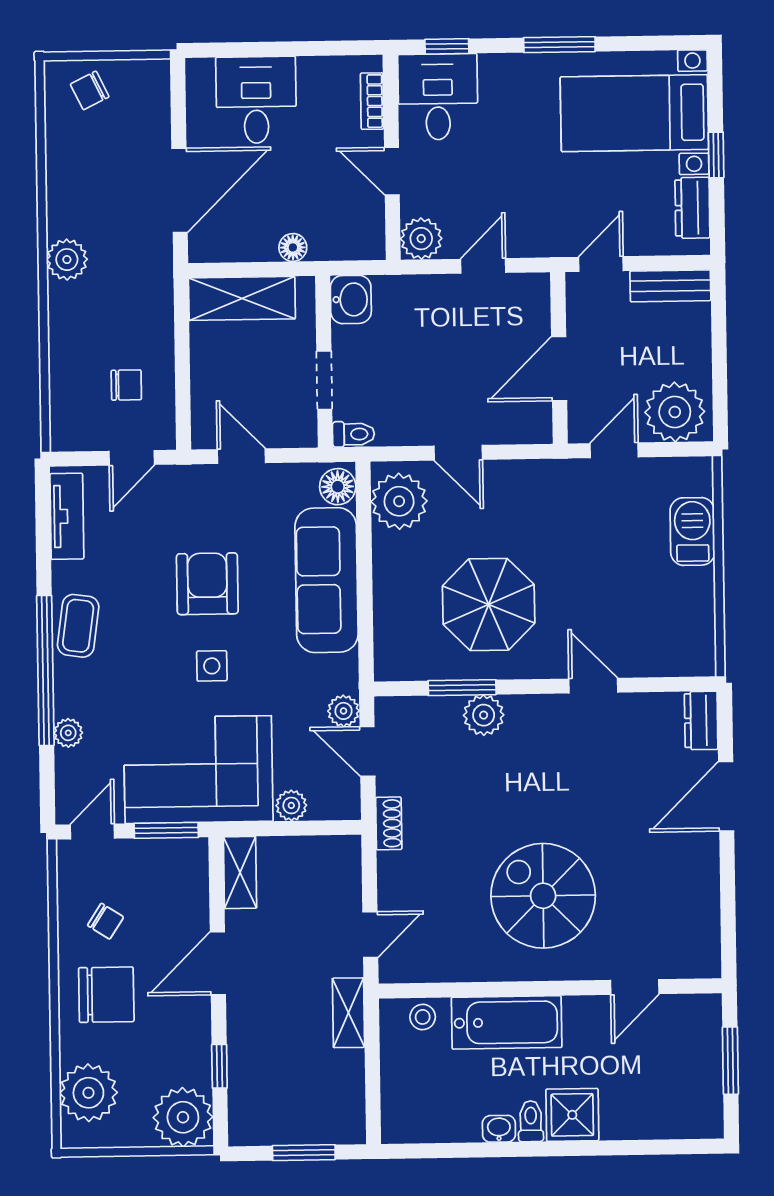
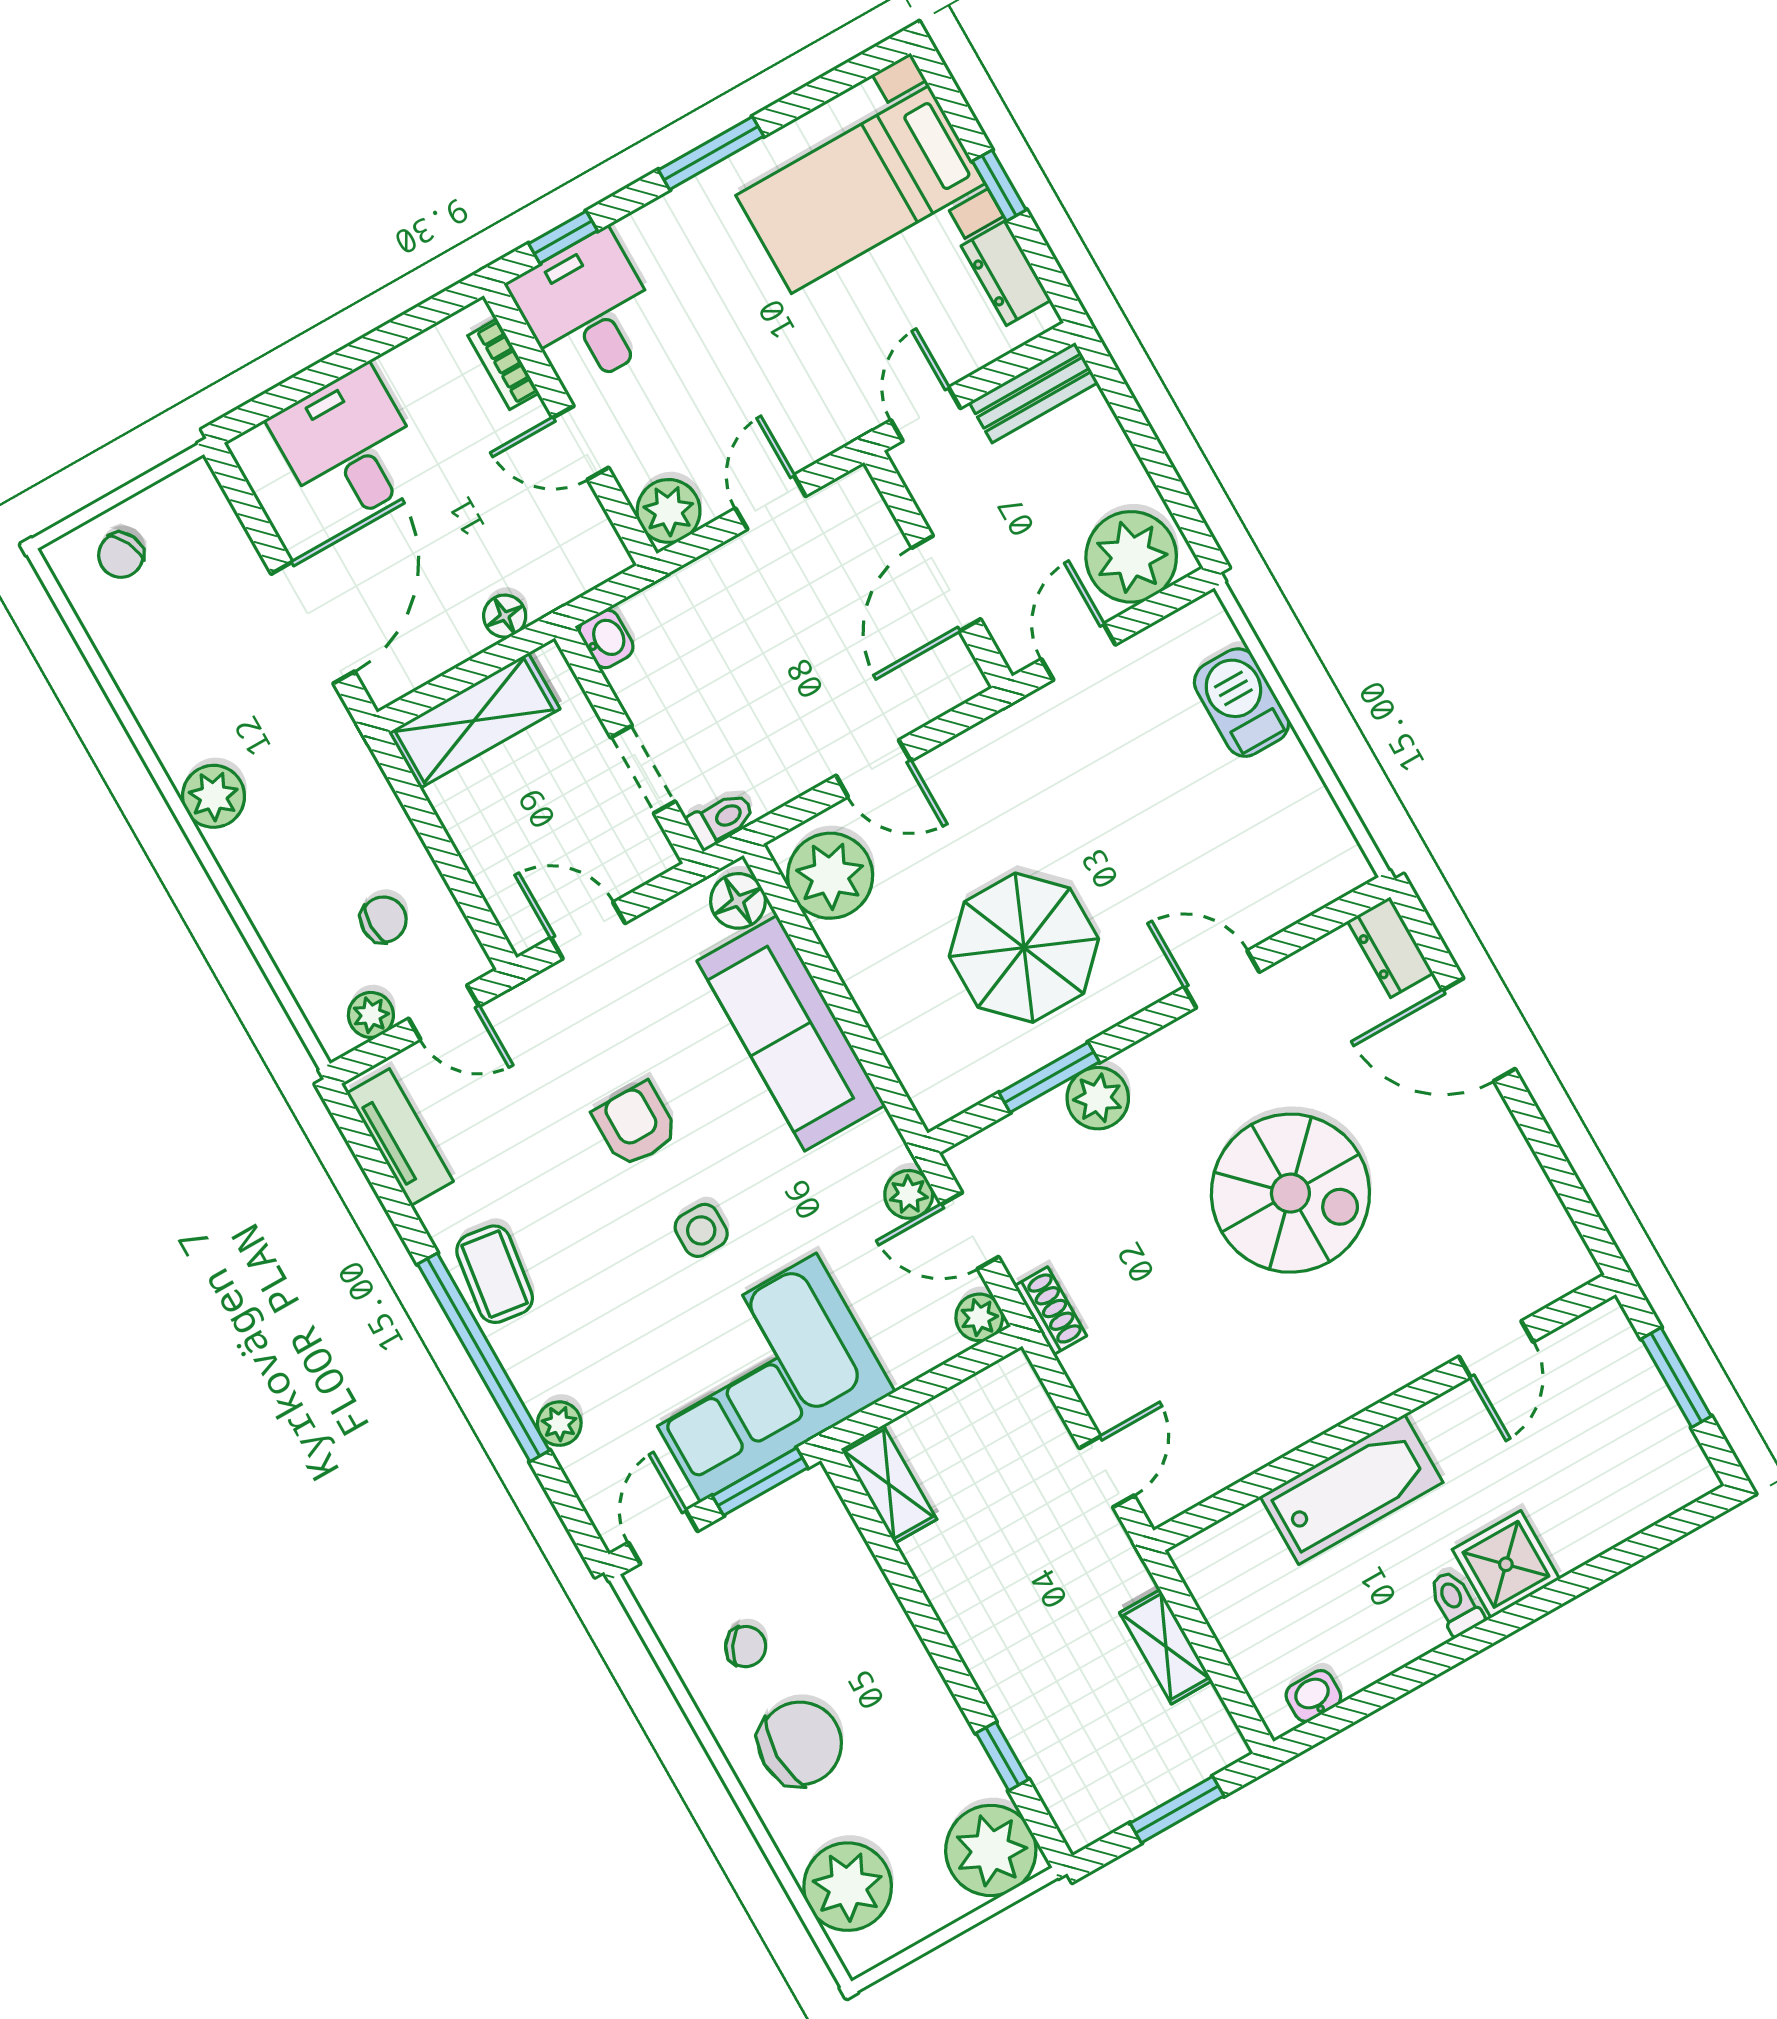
washbasin: (351, 299) -> (606, 639), width x0.72, depth x0.69
plant: (89, 436) -> (371, 1015), added
door: (132, 458) -> (444, 1012), hinge flipped
armchair: (207, 584) -> (636, 1125), width x0.72, depth x0.72
door: (726, 796) -> (1479, 1030), hinge flipped
plant: (291, 805) -> (979, 1317), moved
spiral stairs: (543, 896) -> (1290, 1193), moved, turned 180
door: (218, 963) -> (925, 1621), removed
shelving: (348, 1013) -> (1166, 1647), moved
stool: (423, 1017) -> (1236, 1543), removed
washbasin: (499, 1129) -> (1313, 1696), moved

